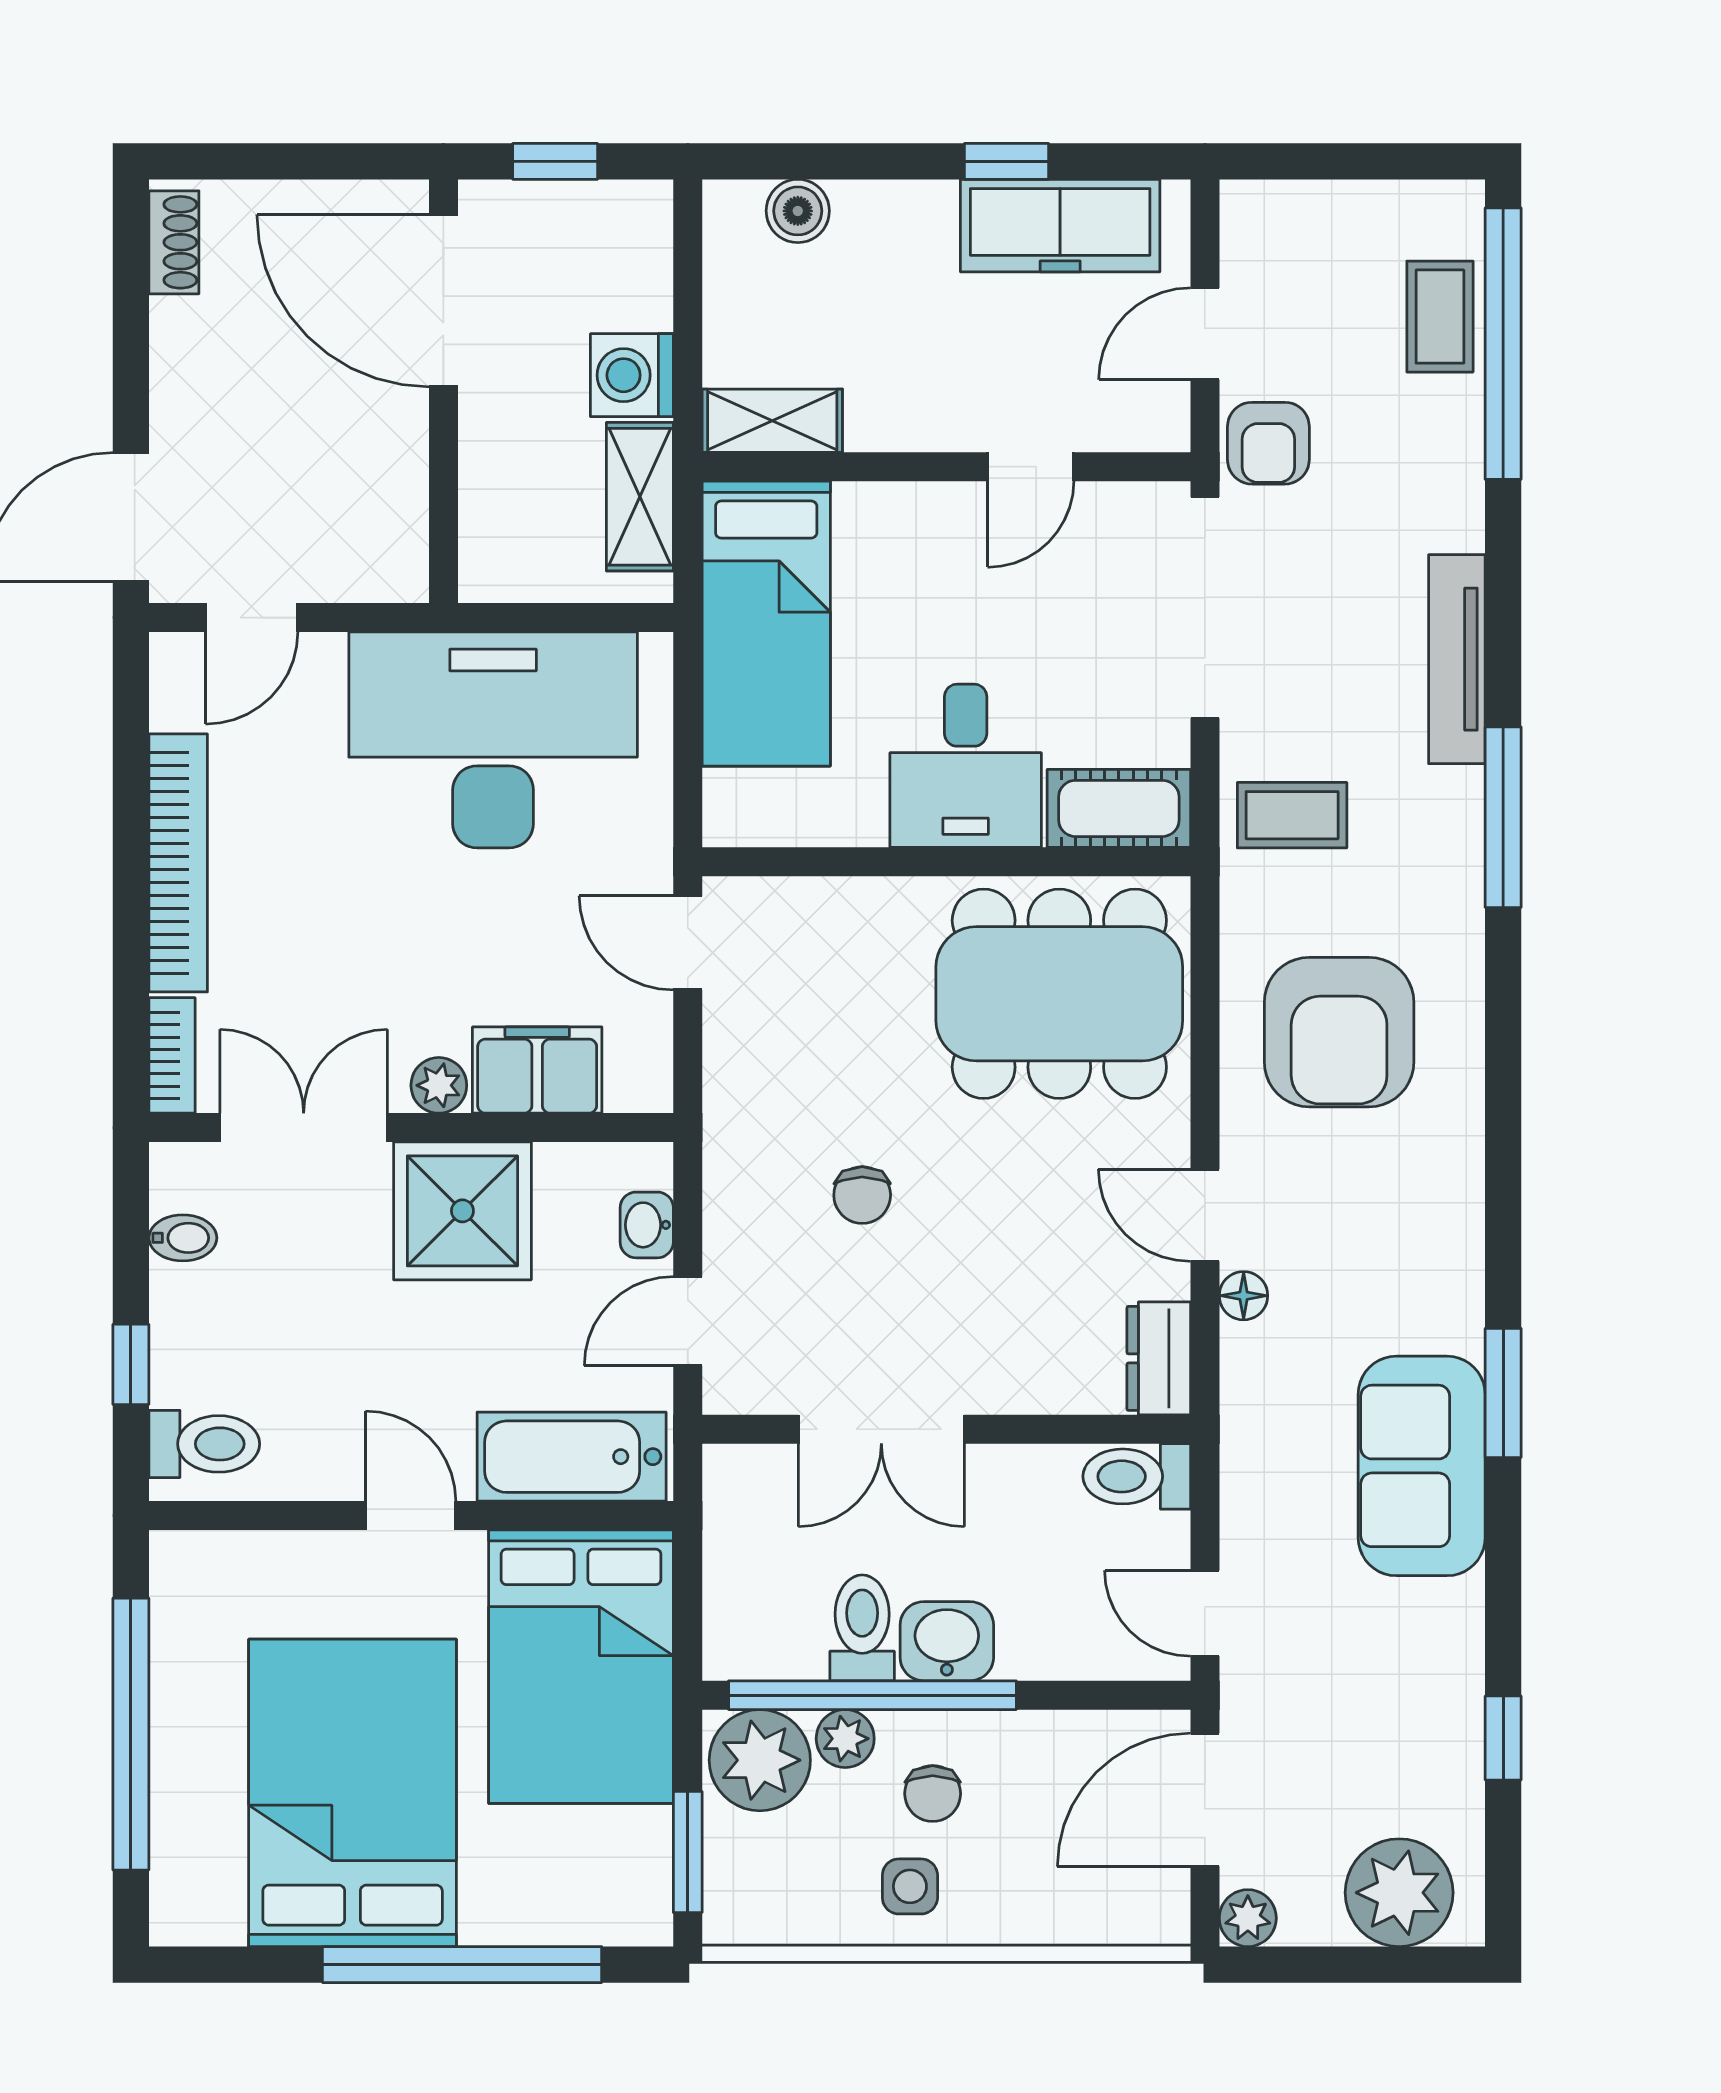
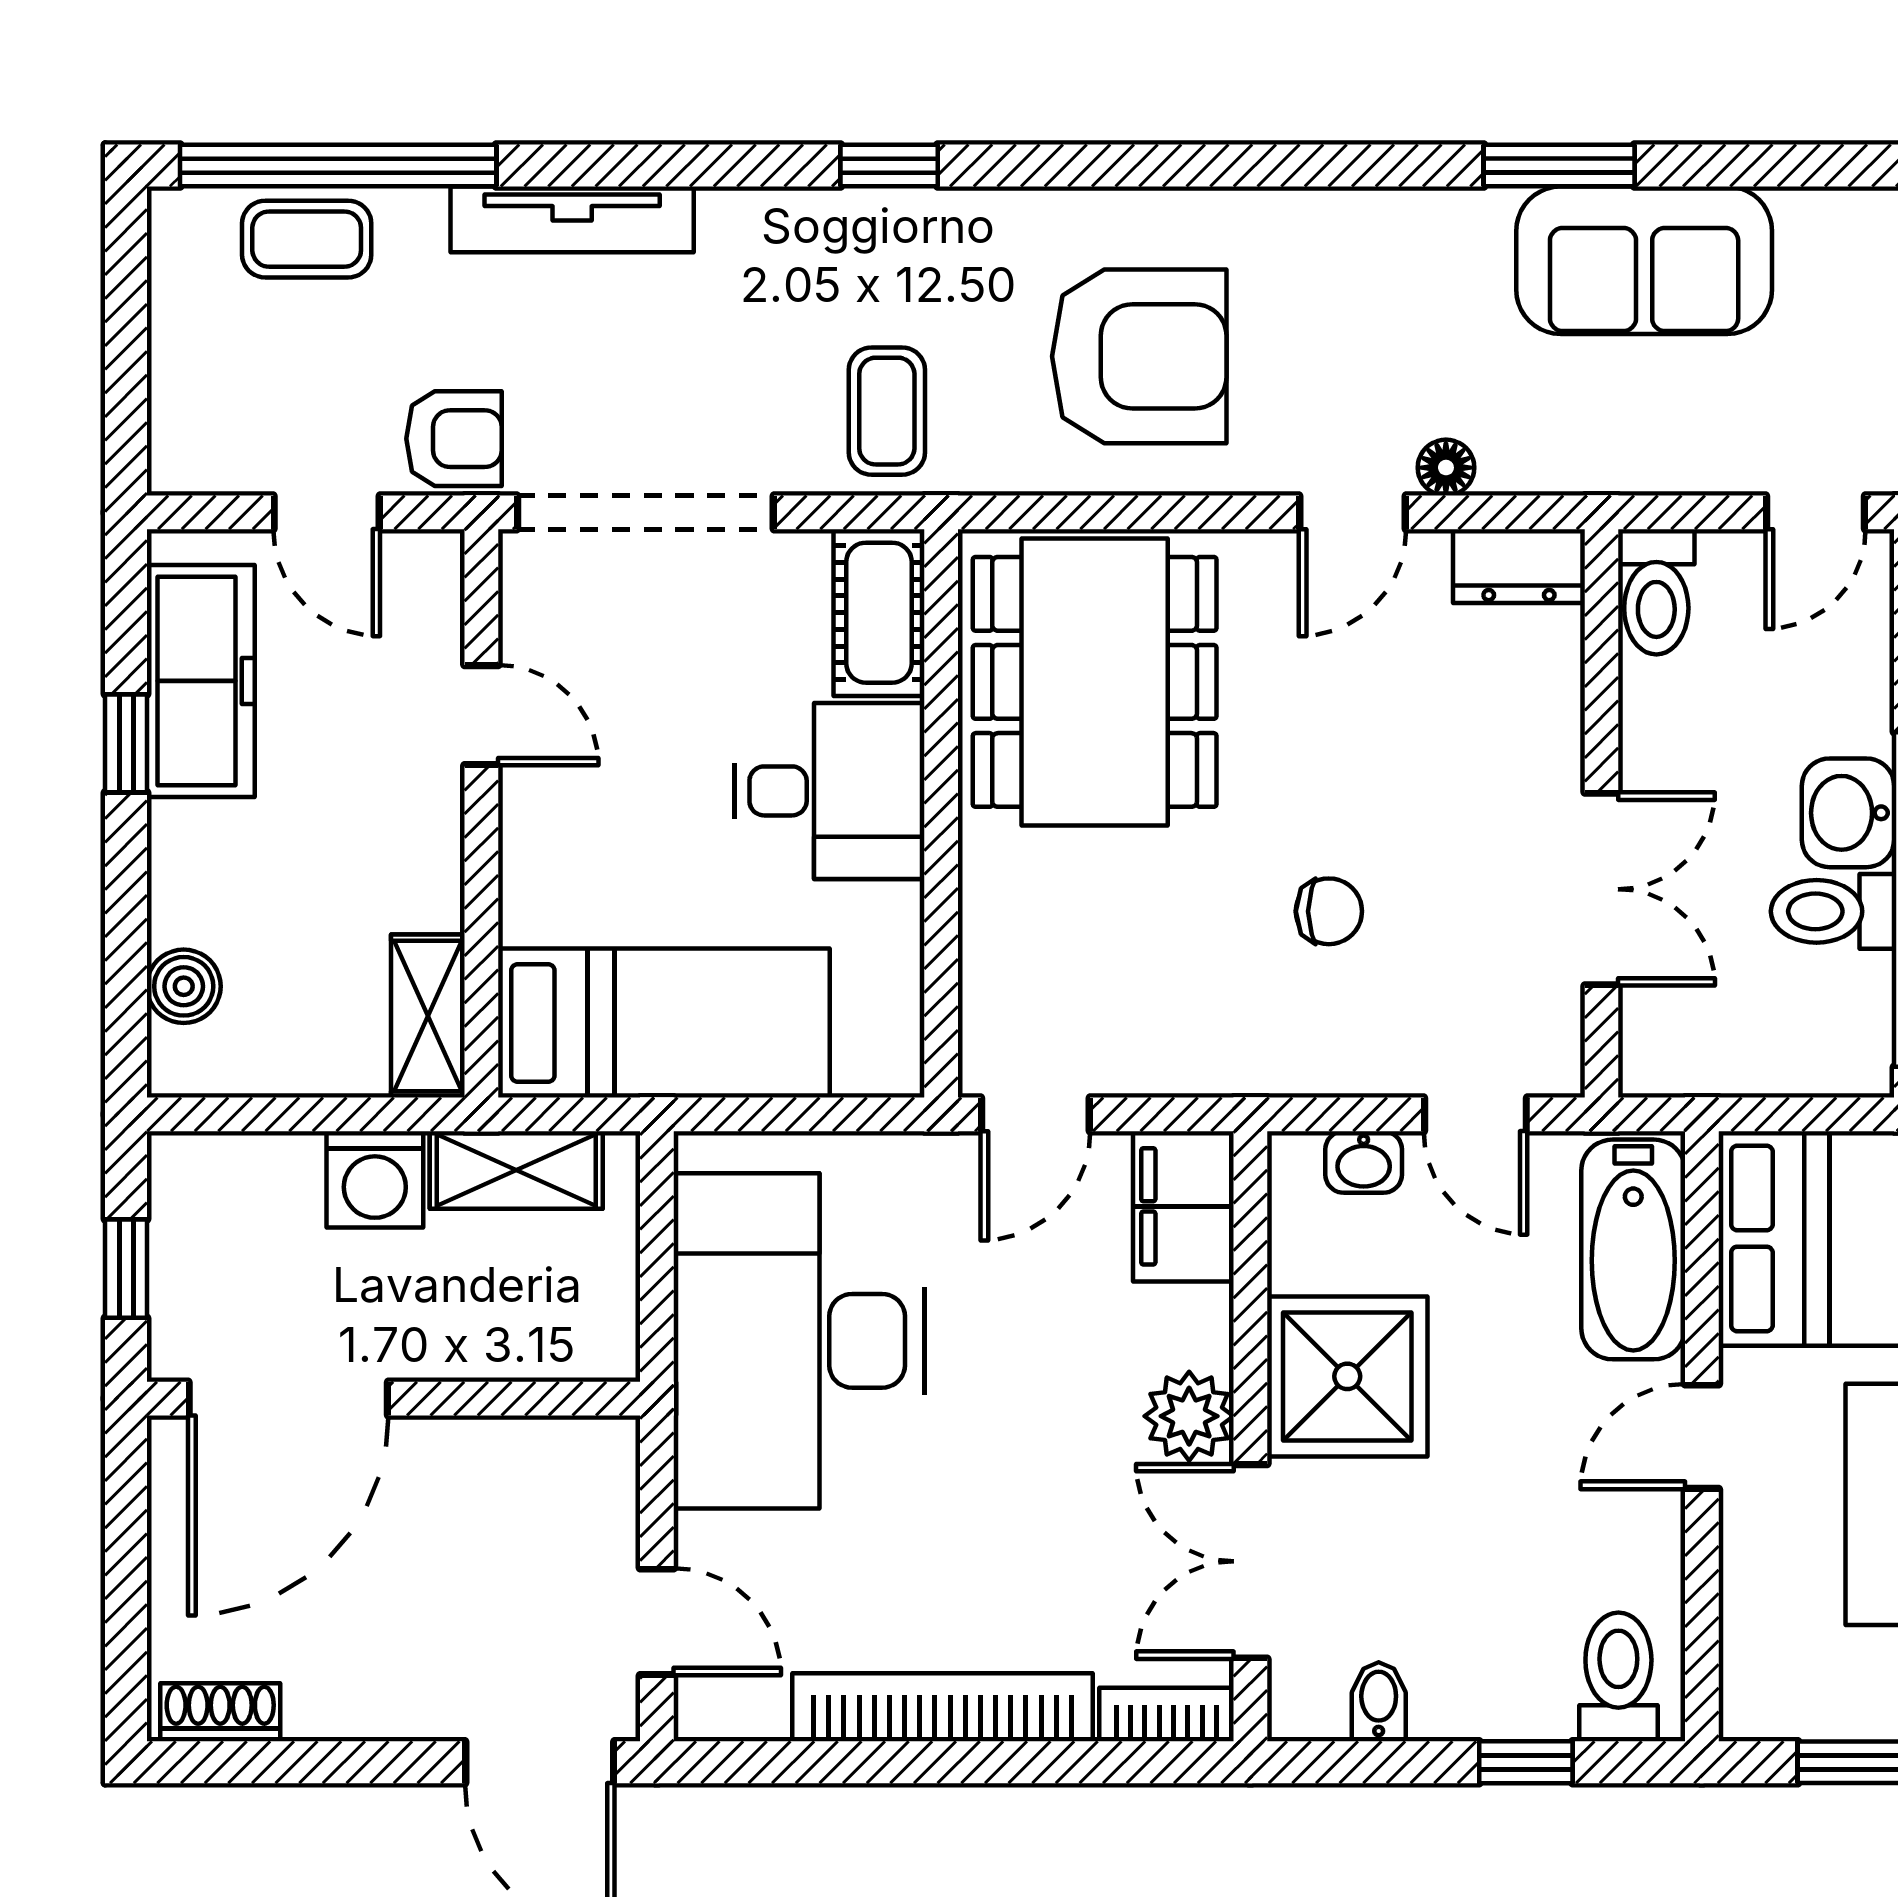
tv unit: (1457, 659) -> (572, 219), moved
window: (1503, 817) -> (889, 166), width x0.46
filing cabinet: (537, 1070) -> (1183, 1206), moved
plant: (439, 1085) -> (1189, 1416), width x1.38, depth x1.38

